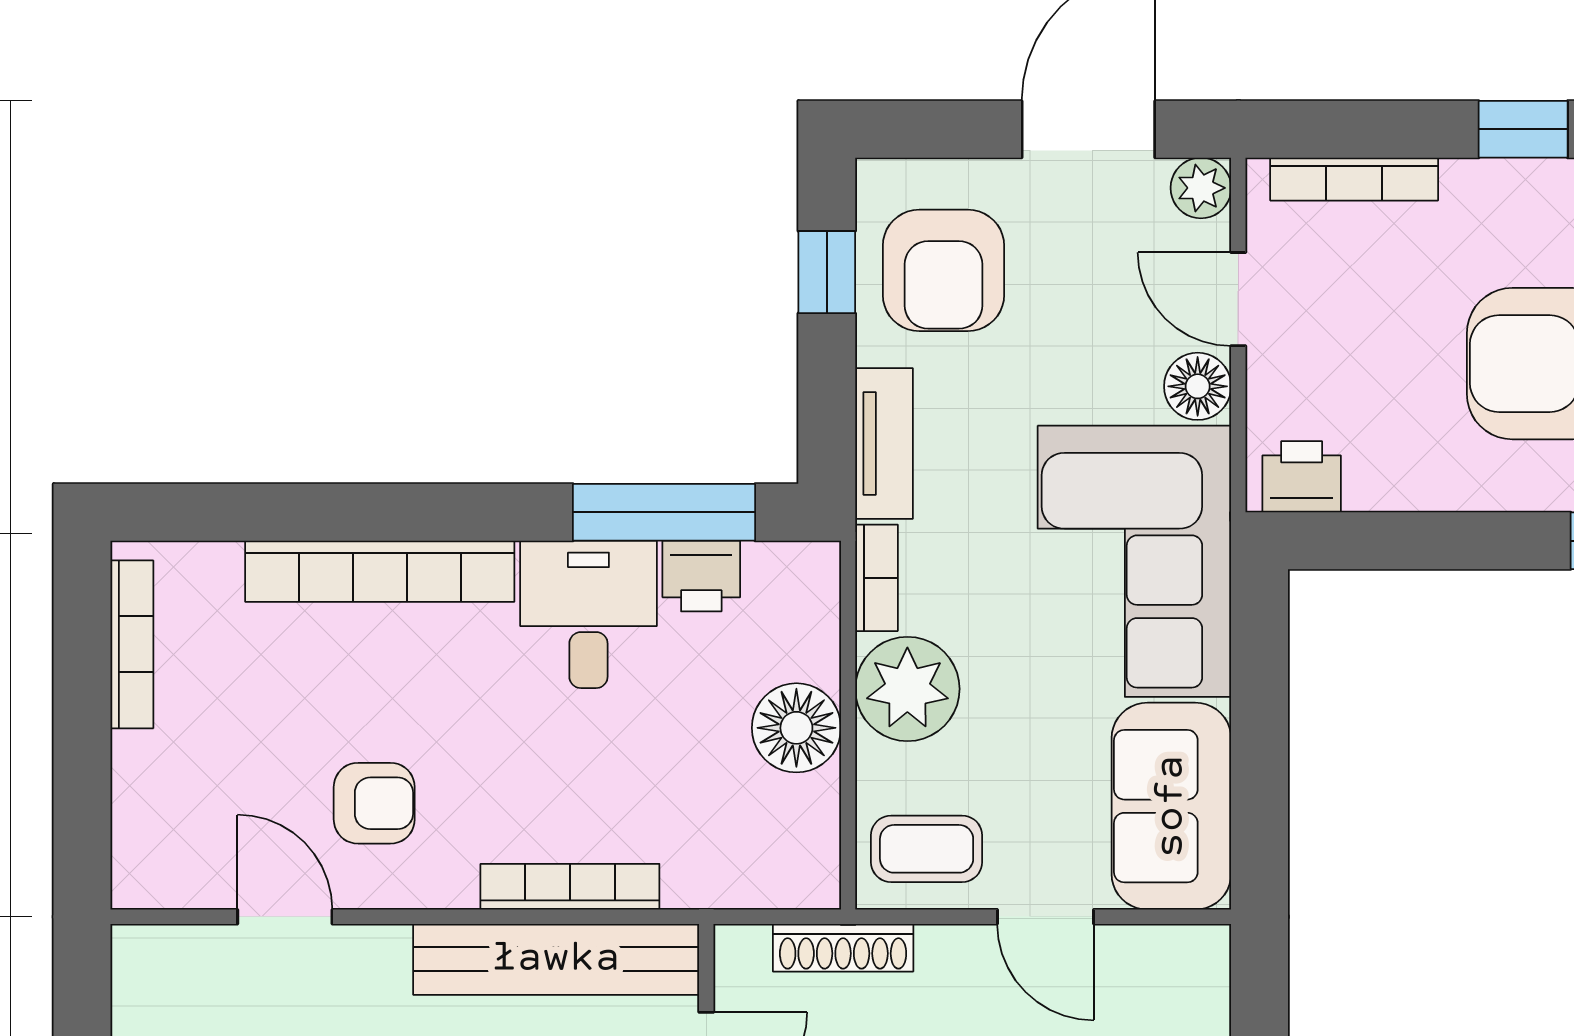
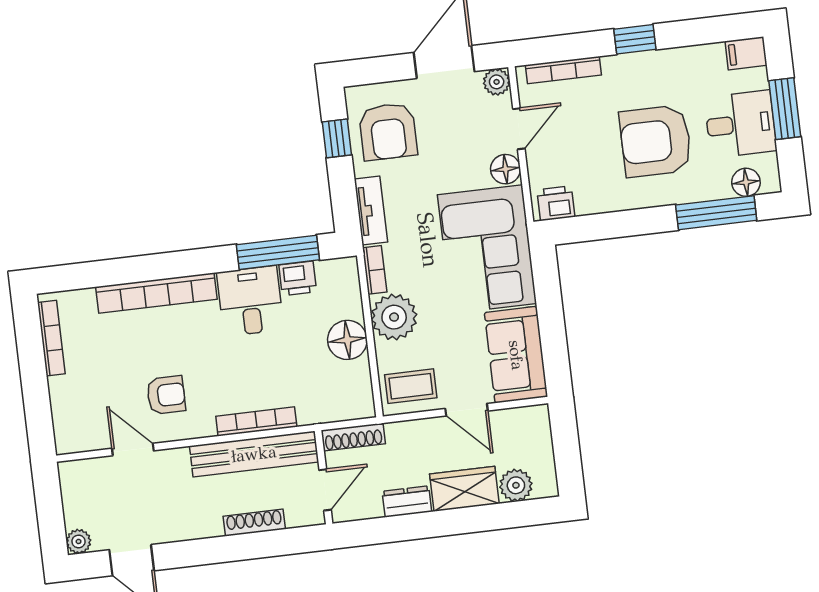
door: (1238, 299) -> (519, 129), swing flipped
shoe rack: (843, 948) -> (353, 437), moved

